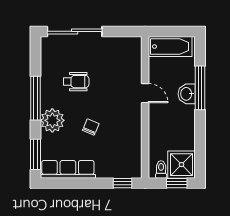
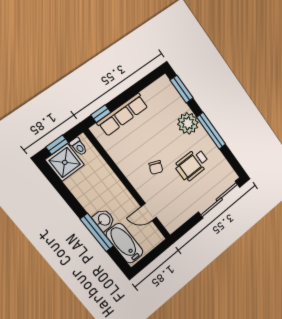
bathtub: (170, 47) -> (125, 243), moved, turned 90
wheelchair: (76, 82) -> (192, 165), width x1.36, depth x1.37
door: (145, 93) -> (149, 212), moved
chair: (91, 127) -> (156, 167), moved
row of seats: (68, 169) -> (123, 114), moved

